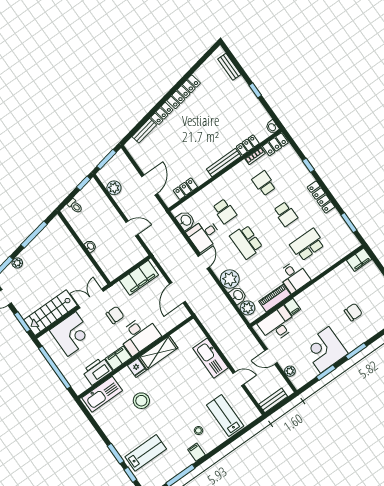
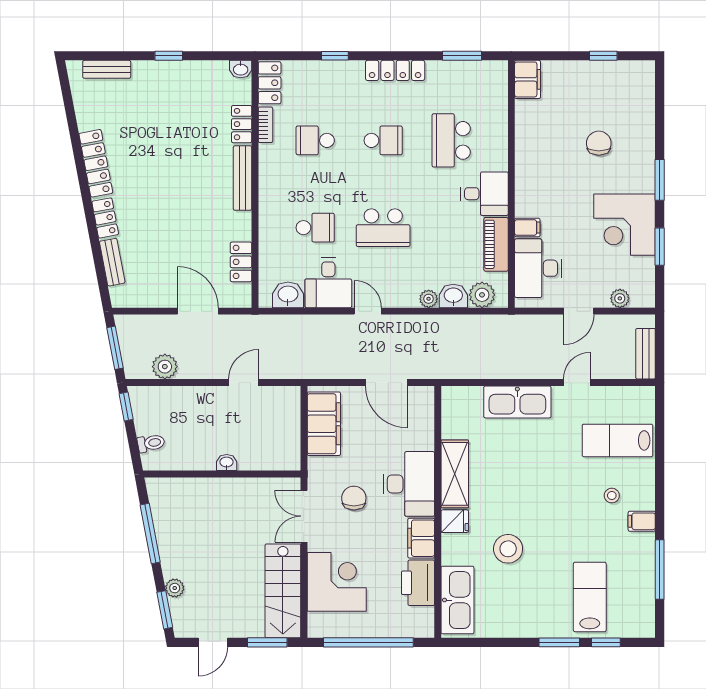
plant: (230, 279) -> (429, 299), width x0.53, depth x0.53

